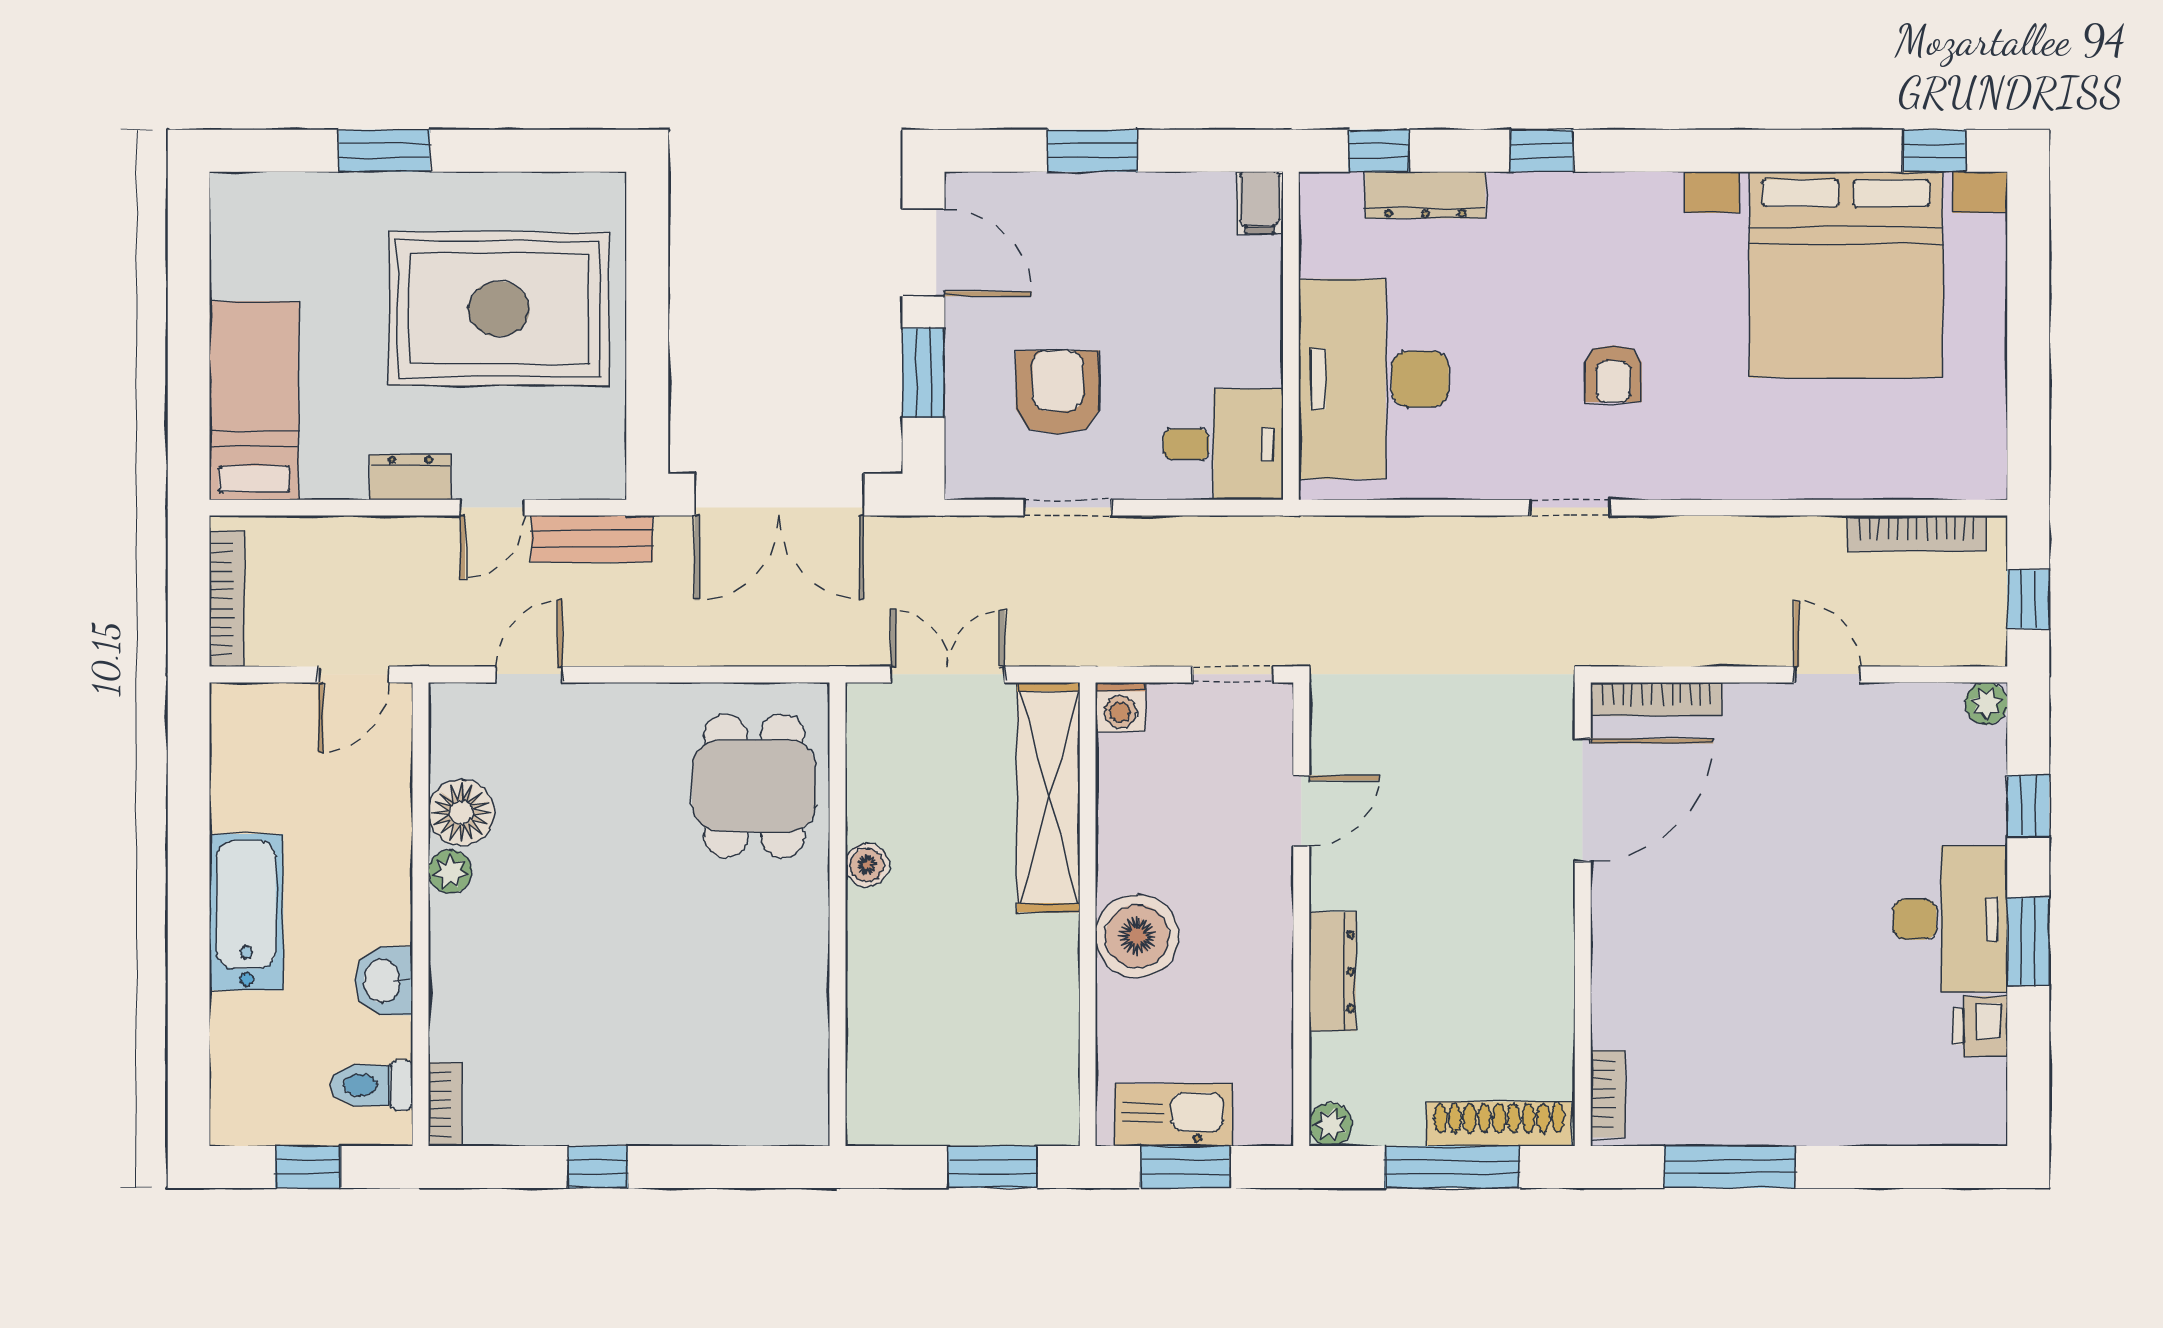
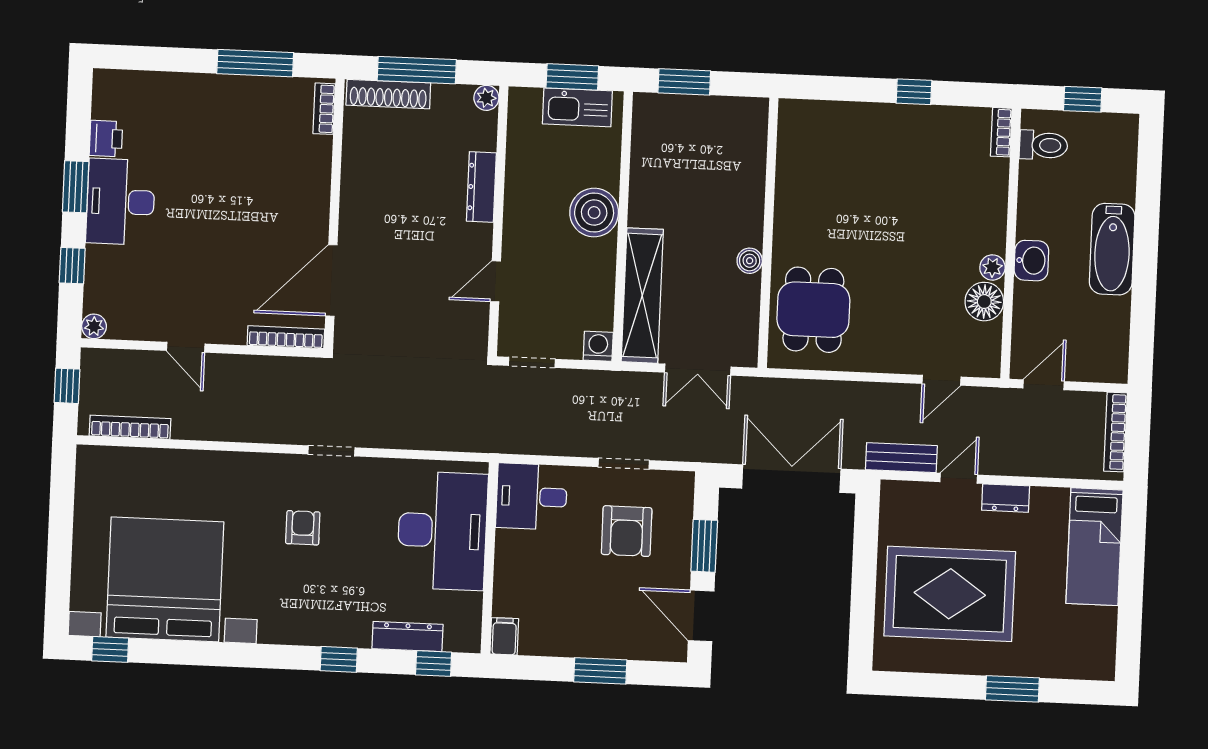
washbasin: (384, 981) -> (1031, 261), moved

